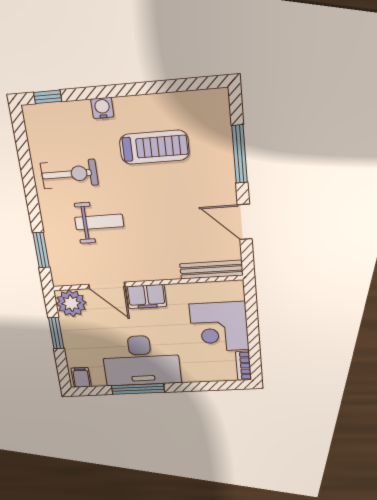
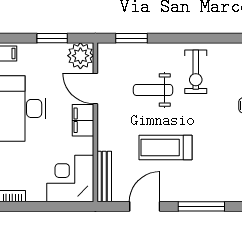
treadmill: (154, 147) -> (165, 147), moved, turned 90
weight bench: (99, 222) -> (153, 90), turned 90
door: (107, 285) -> (95, 88), hinge flipped
corner desk: (219, 327) -> (70, 178), moved

